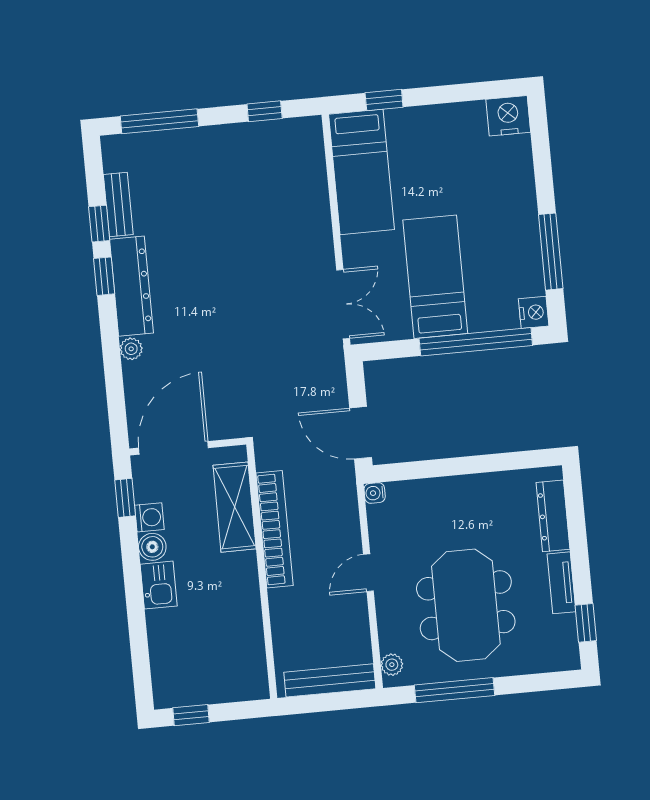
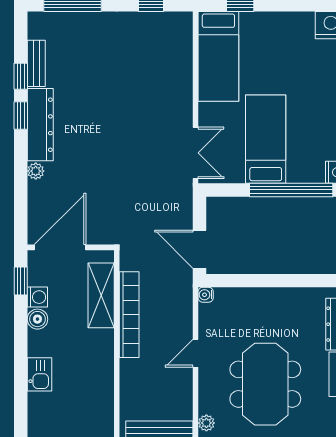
kitchen sink: (159, 585) -> (40, 374), moved

